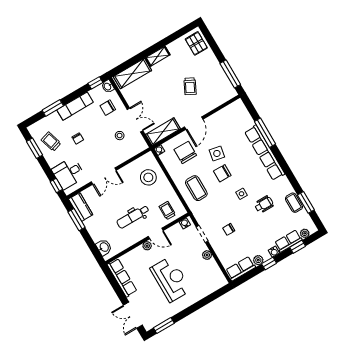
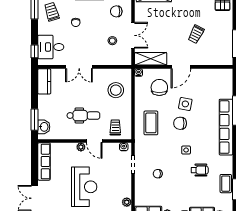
dental chair: (133, 217) -> (83, 116), turned 180
window: (76, 220) -> (34, 120), moved
plant: (207, 255) -> (127, 202), moved

